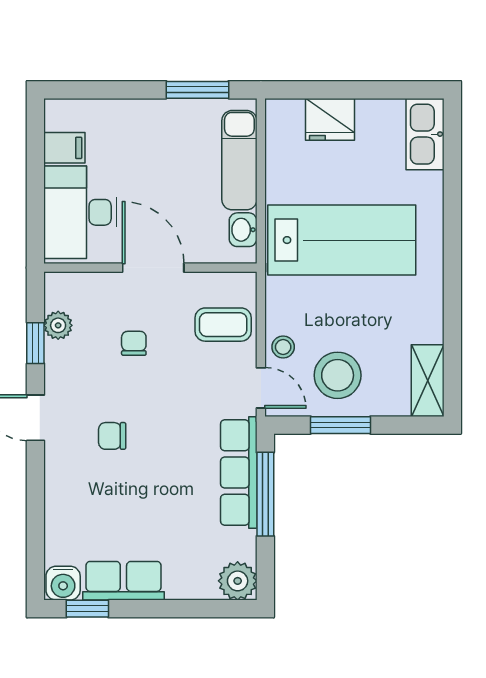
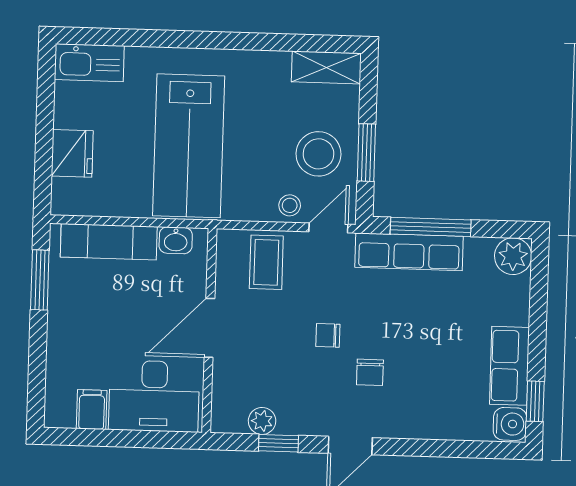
lab bench: (342, 240) -> (189, 146), turned 180
chair: (134, 343) -> (328, 335), moved

